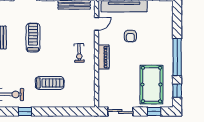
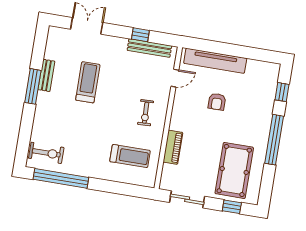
piano: (104, 57) -> (173, 147), moved
treadmill: (50, 83) -> (130, 156), moved
window: (177, 91) -> (282, 92), moved
window: (25, 112) -> (61, 178), width x3.17

